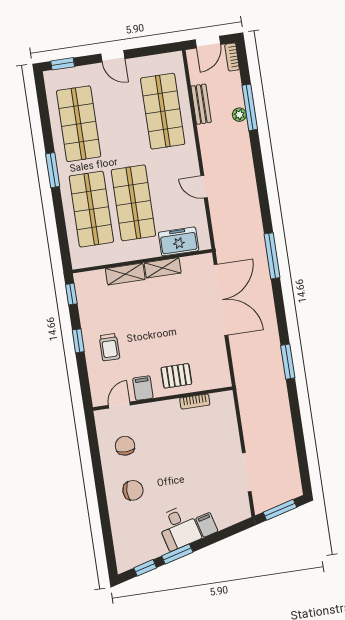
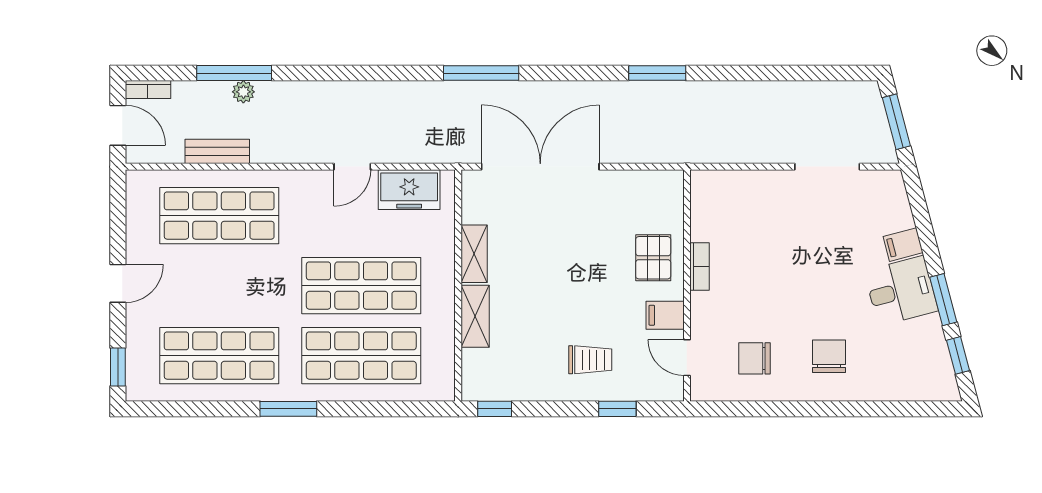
freezer: (179, 241) -> (409, 190), moved, turned -90
window: (78, 341) -> (617, 409), moved
bookcase: (195, 402) -> (700, 267), moved

